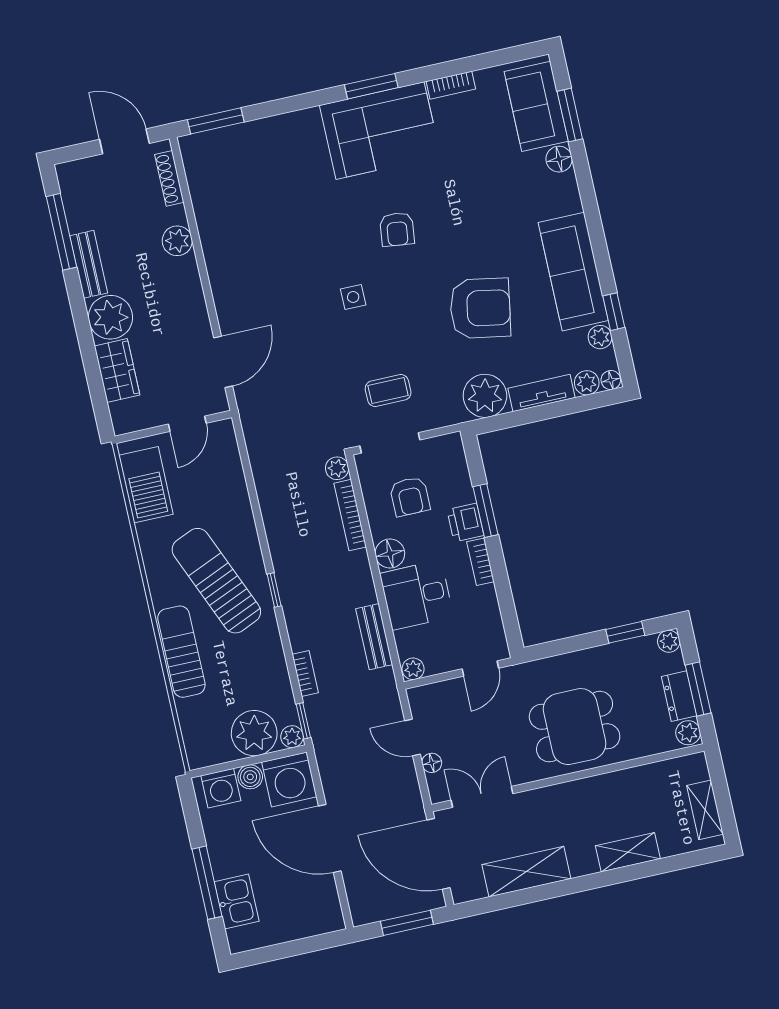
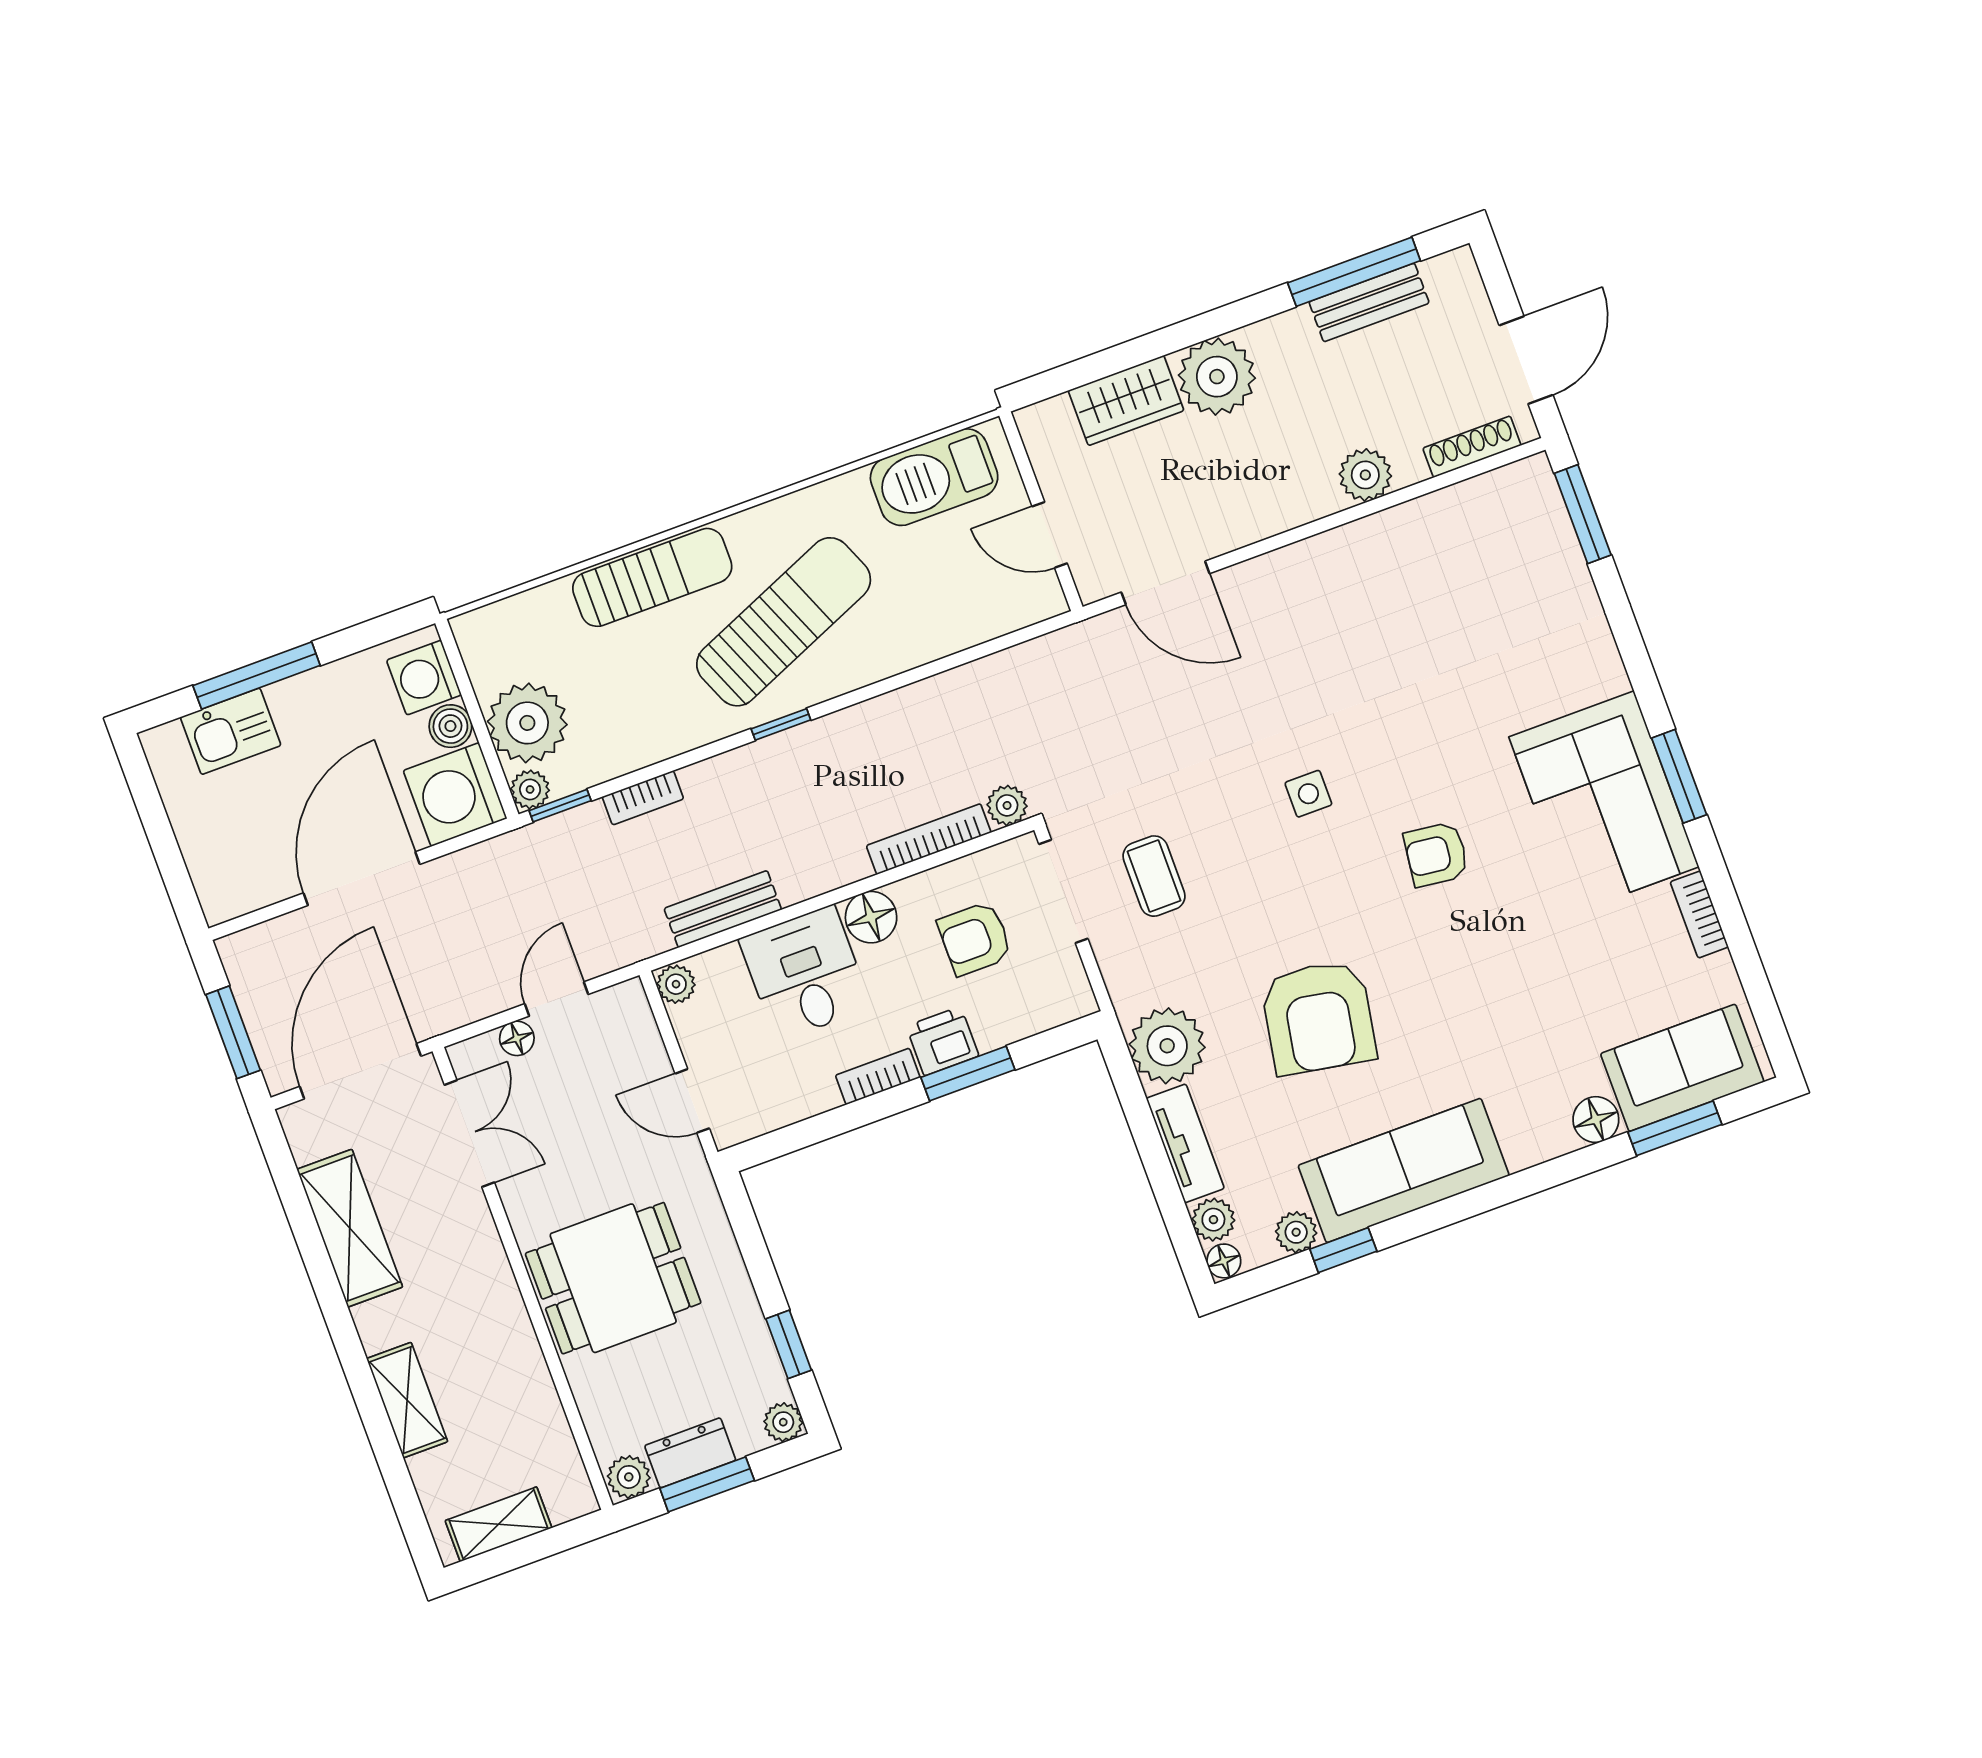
bench: (89, 264) -> (1369, 302), moved
dining table: (575, 727) -> (613, 1278), turned 90

